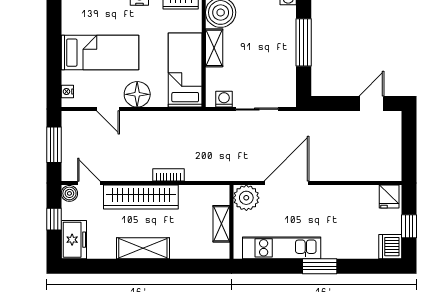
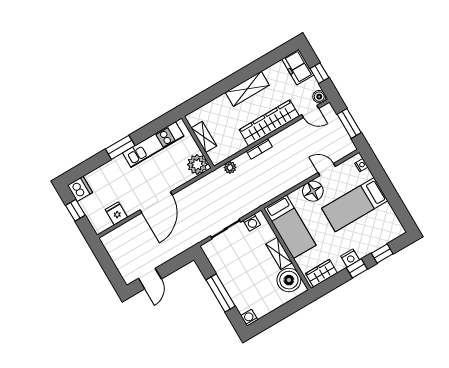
plant: (213, 173) -> (230, 167), added
door: (286, 183) -> (156, 202), moved
fridge: (389, 196) -> (116, 213), moved

